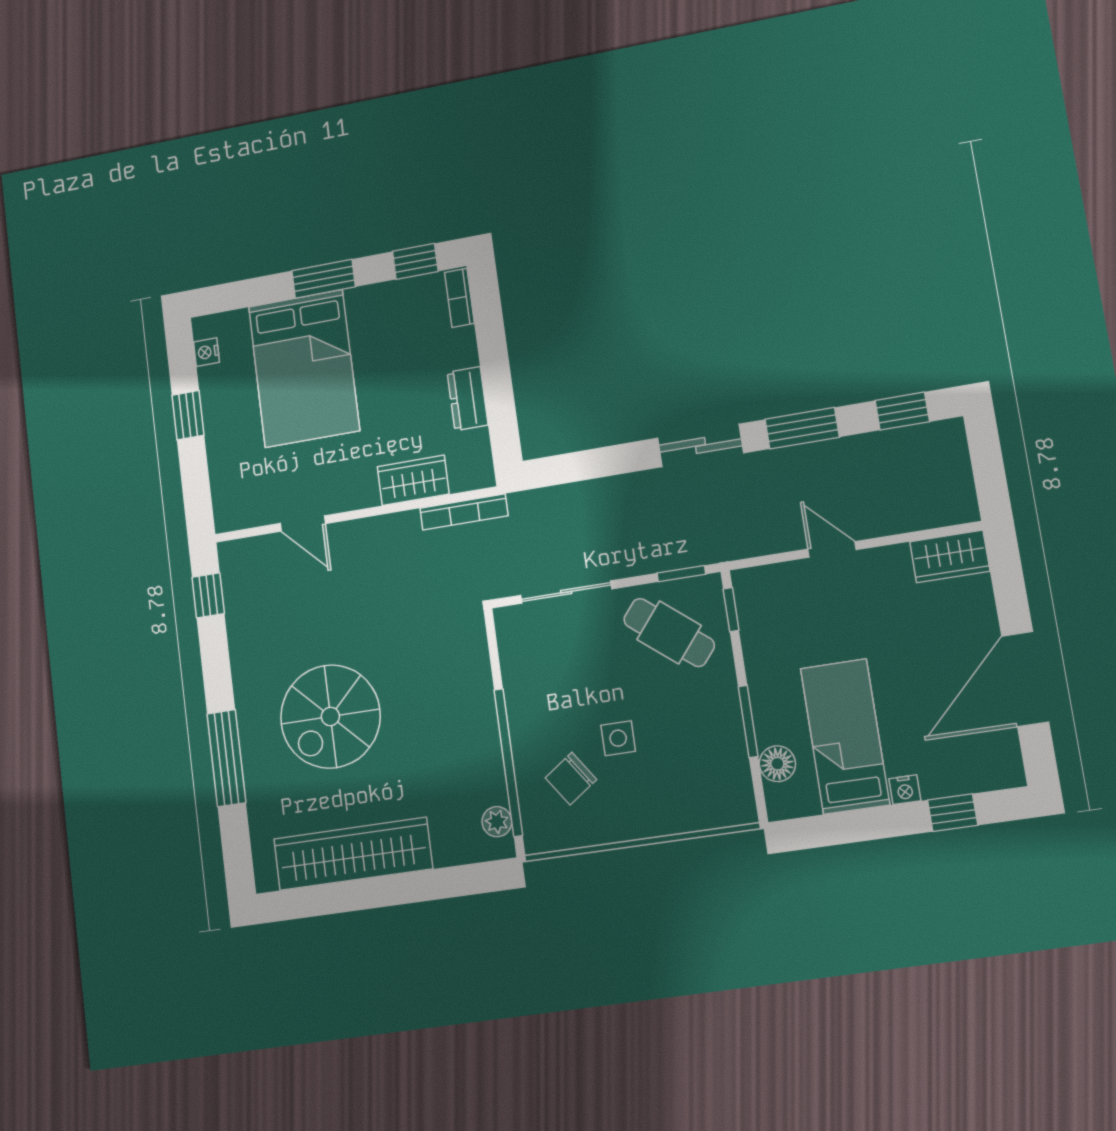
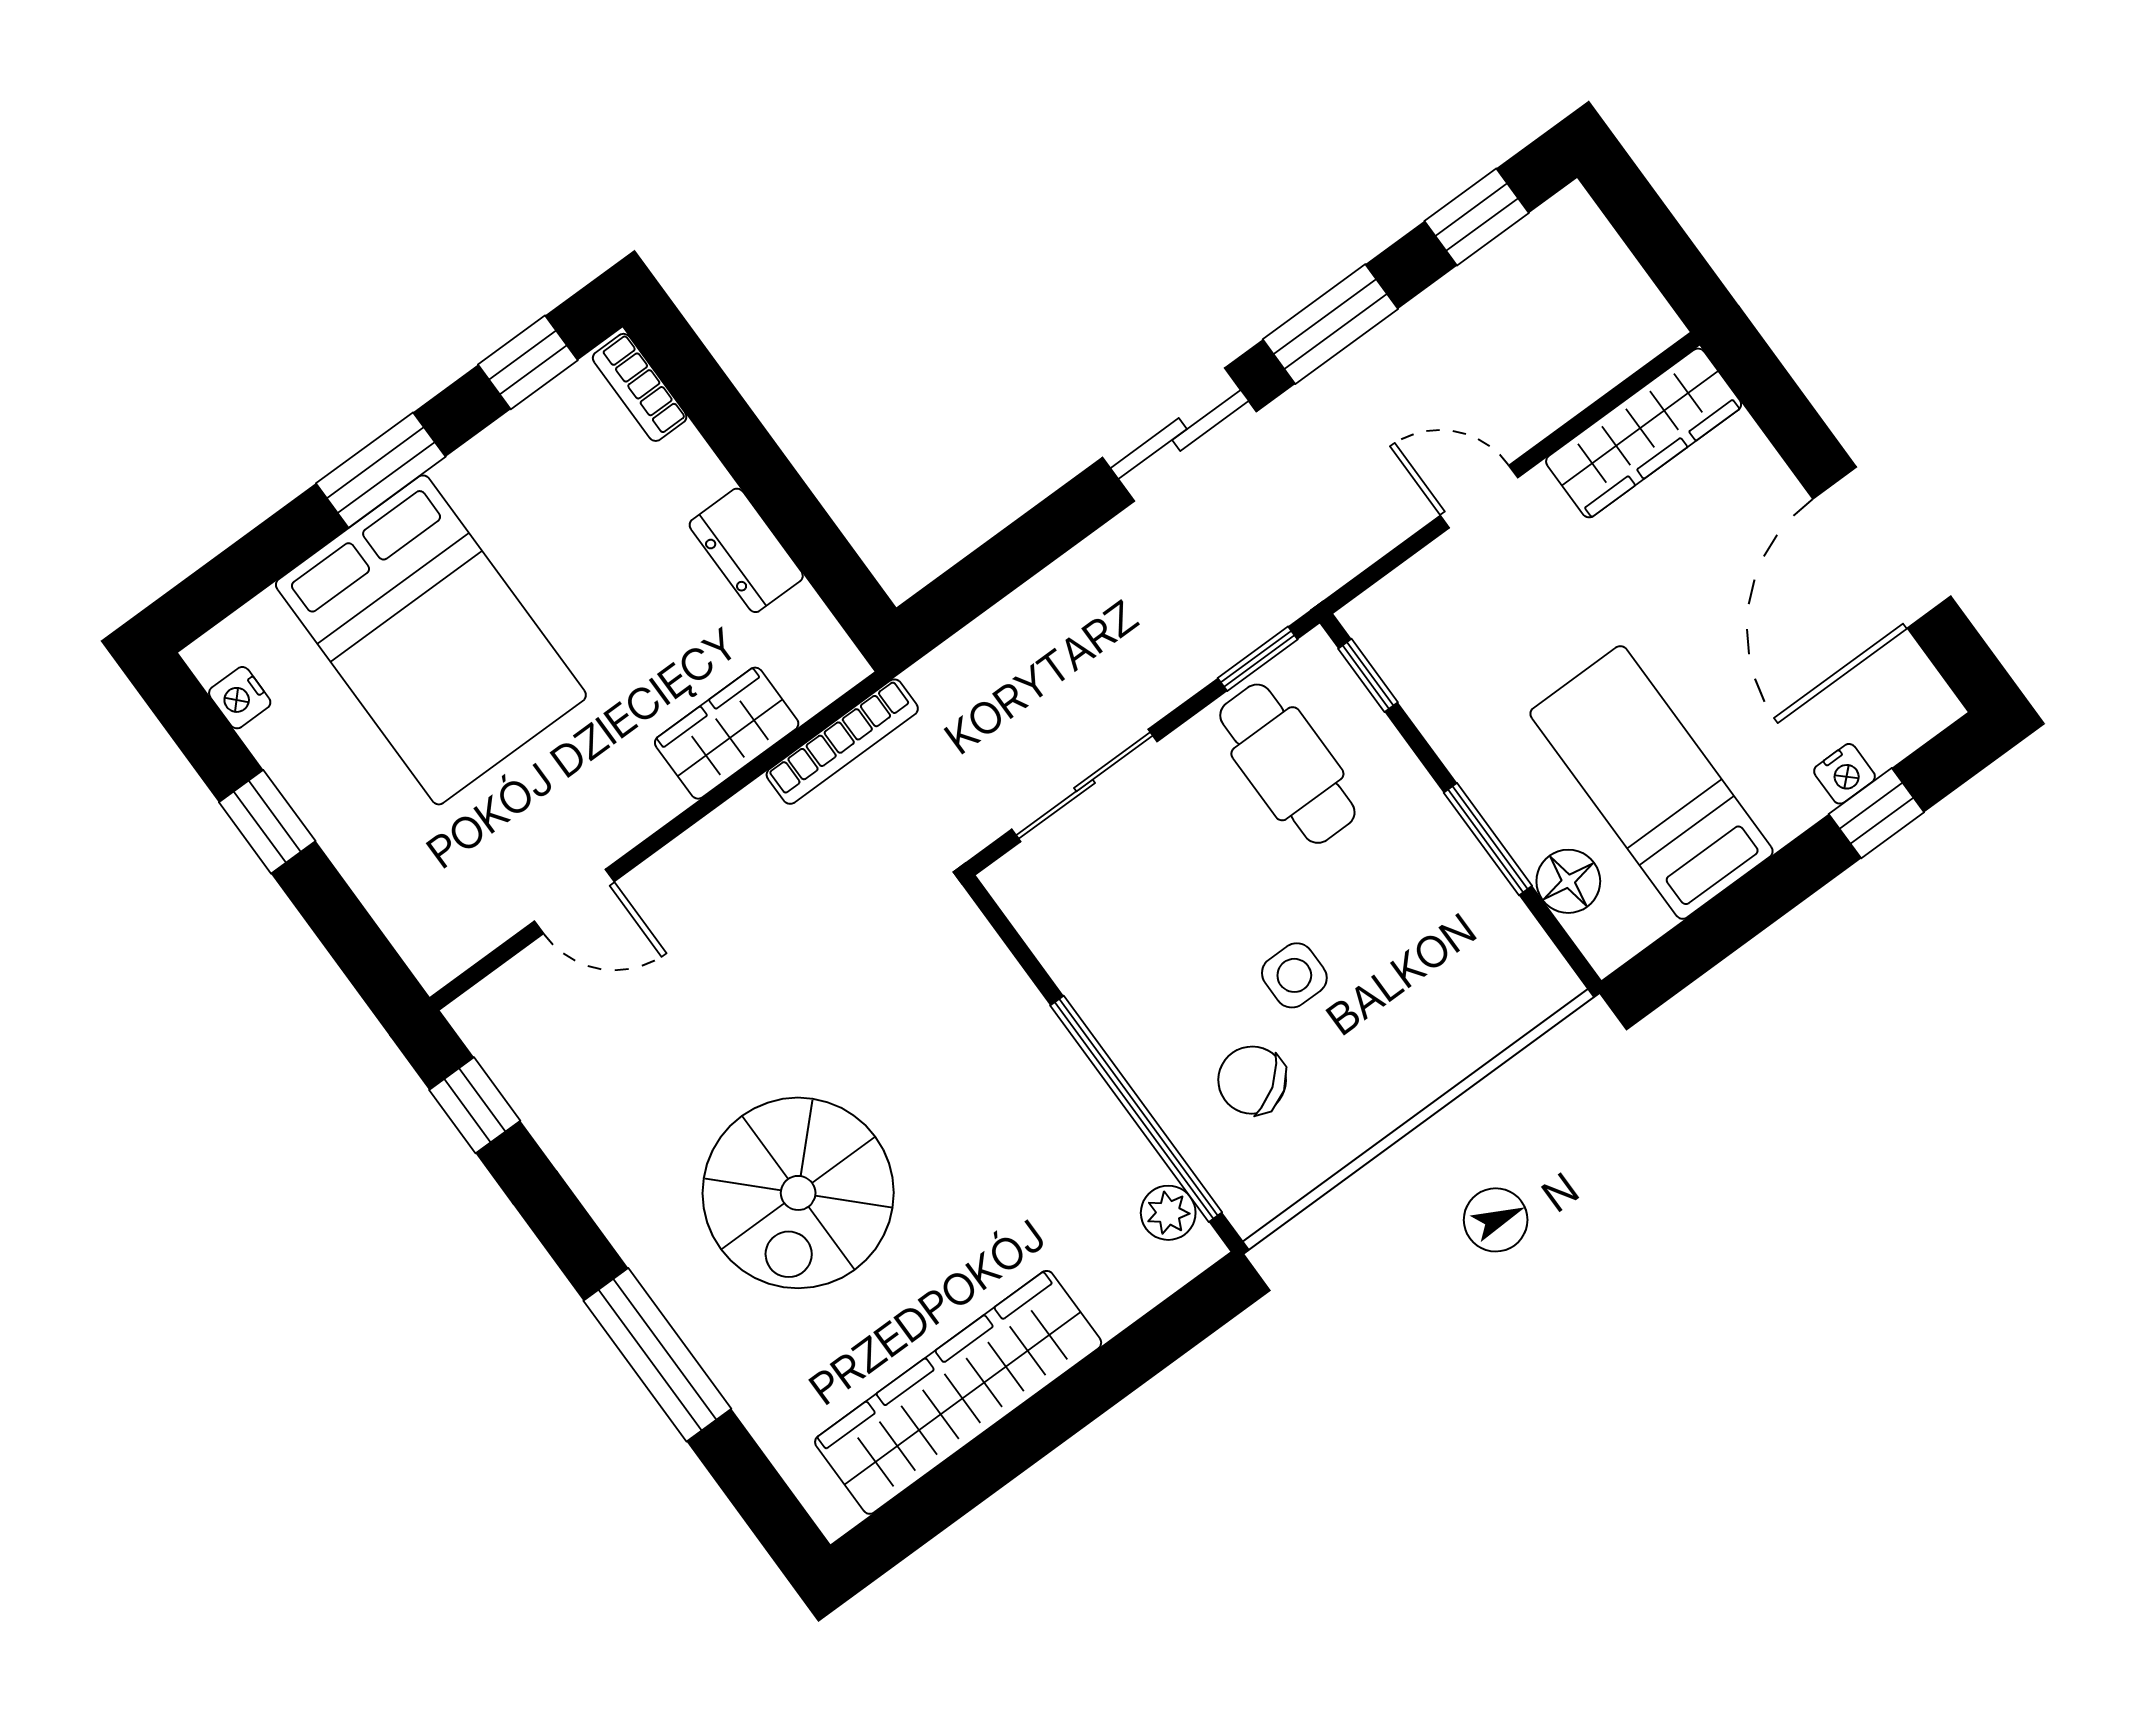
wardrobe: (950, 556) -> (1644, 433), width x1.50
cafe table: (669, 632) -> (1287, 764), turned 51
chair: (571, 779) -> (1252, 1080), turned 90
nightstand: (905, 790) -> (1844, 774), moved

